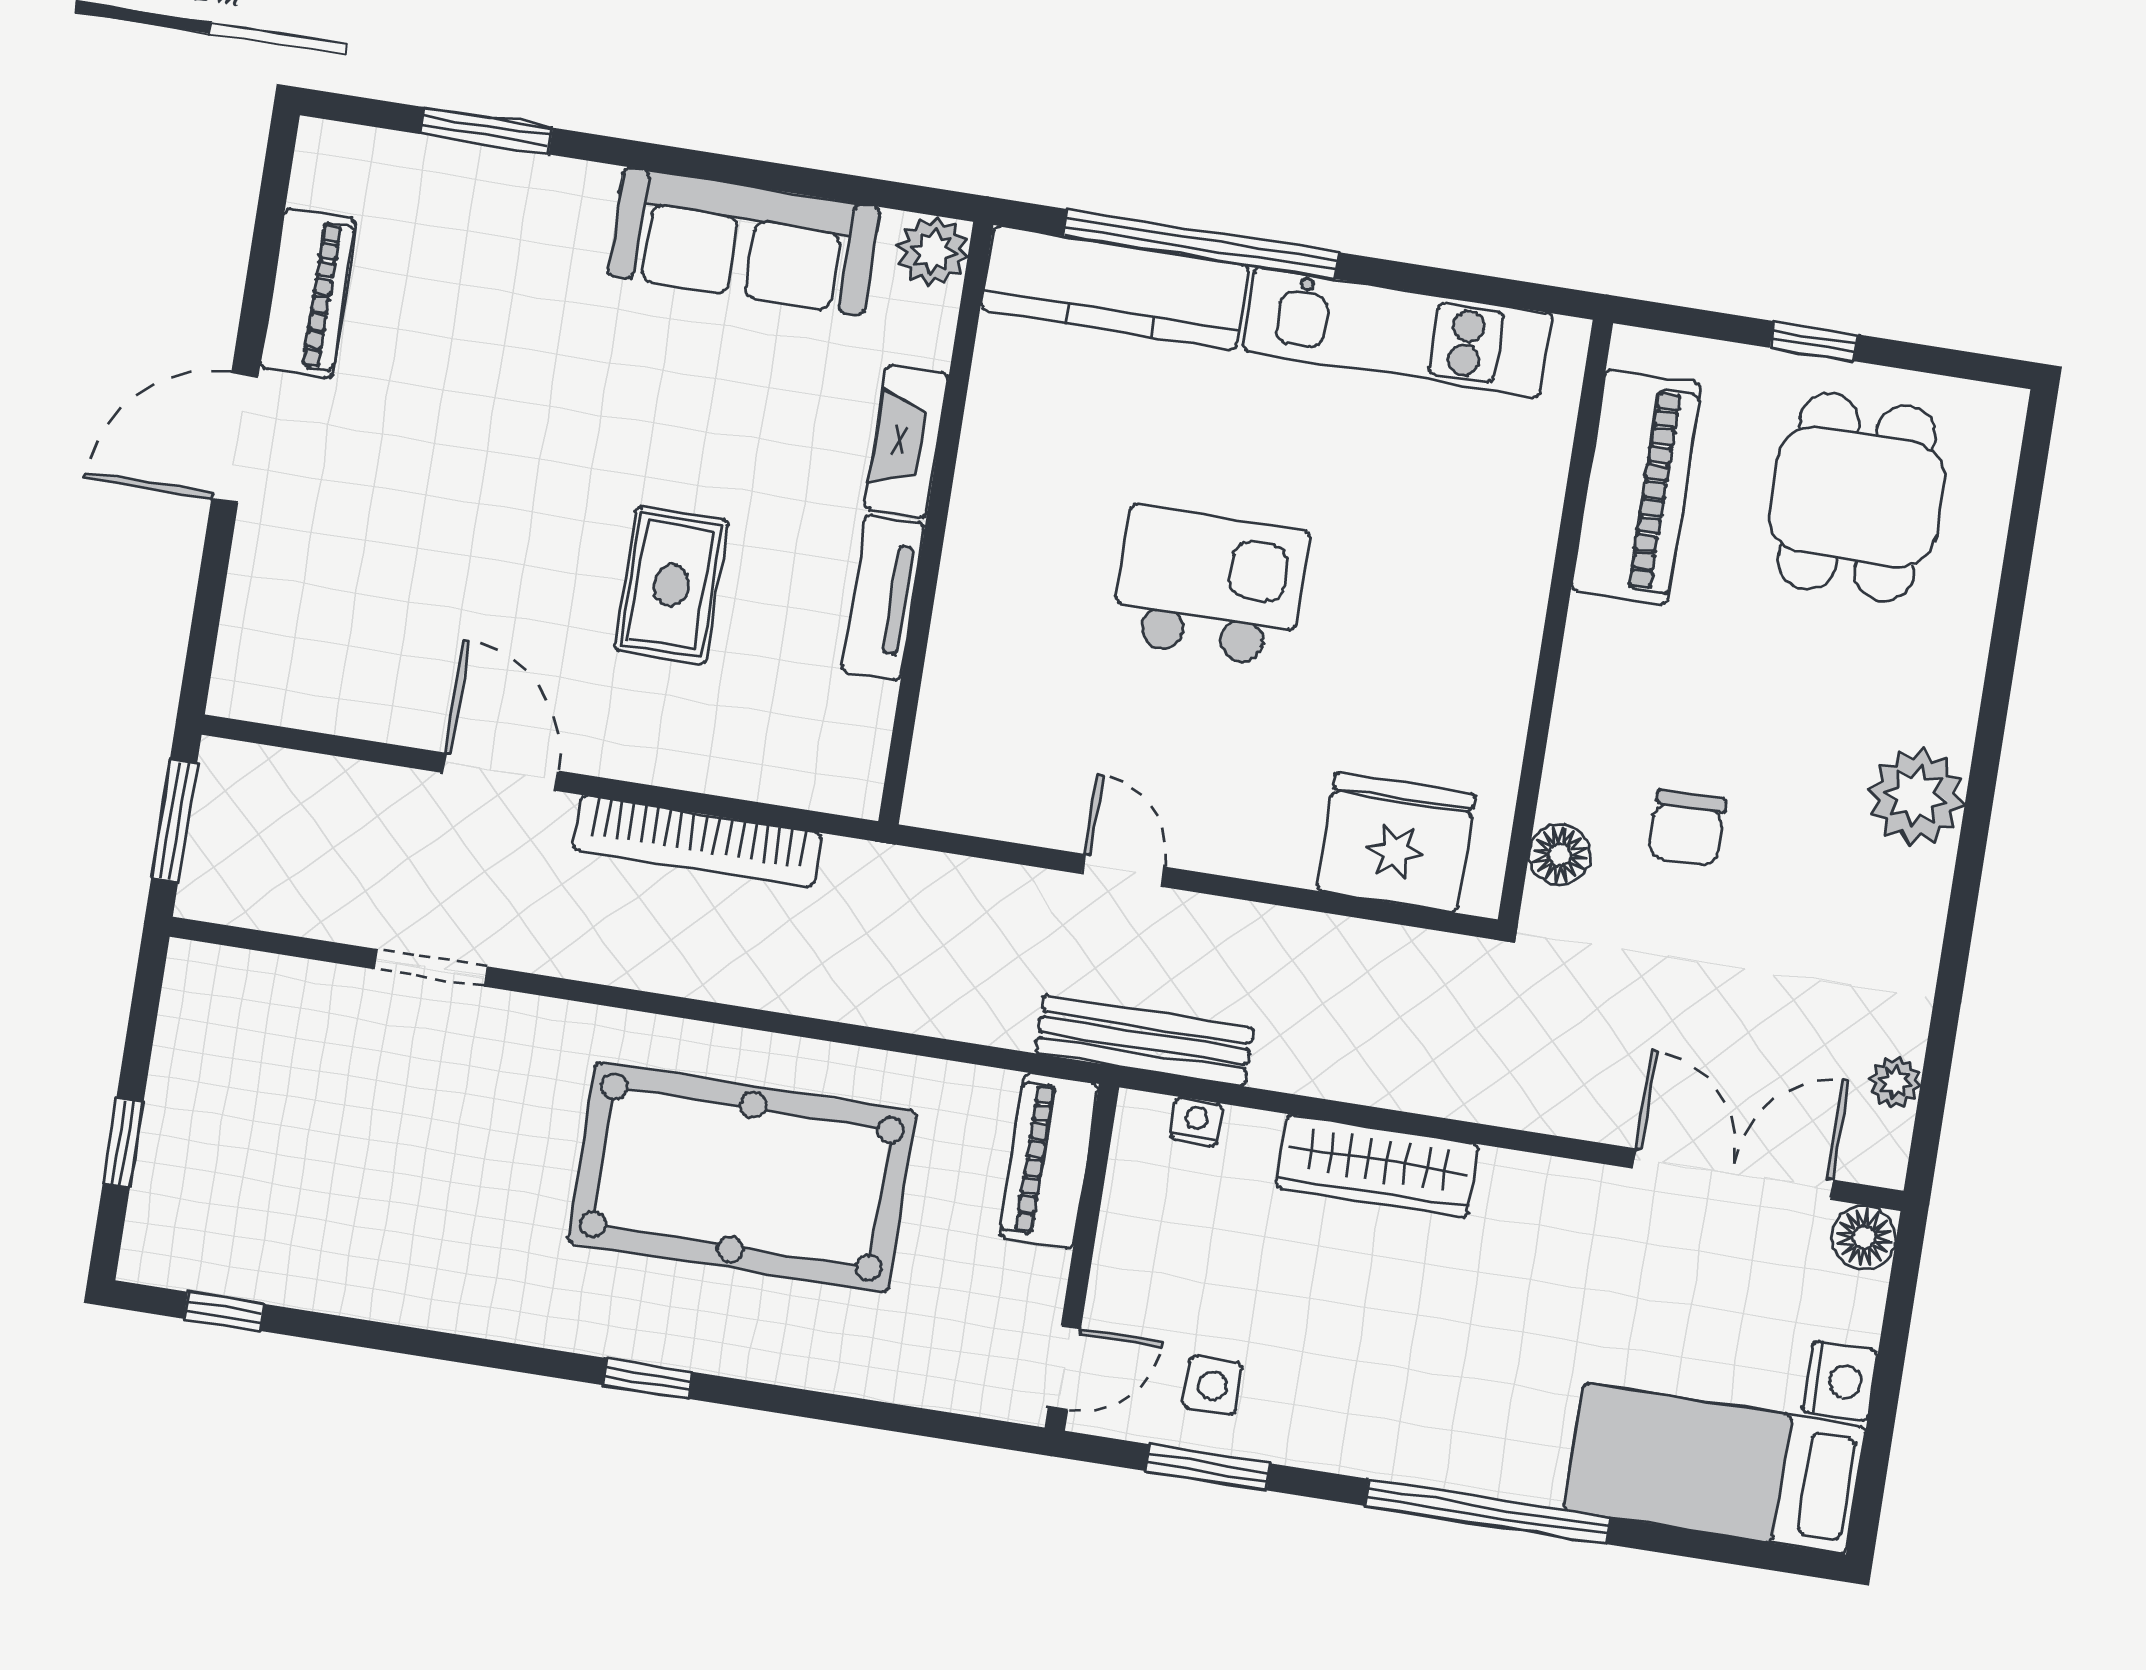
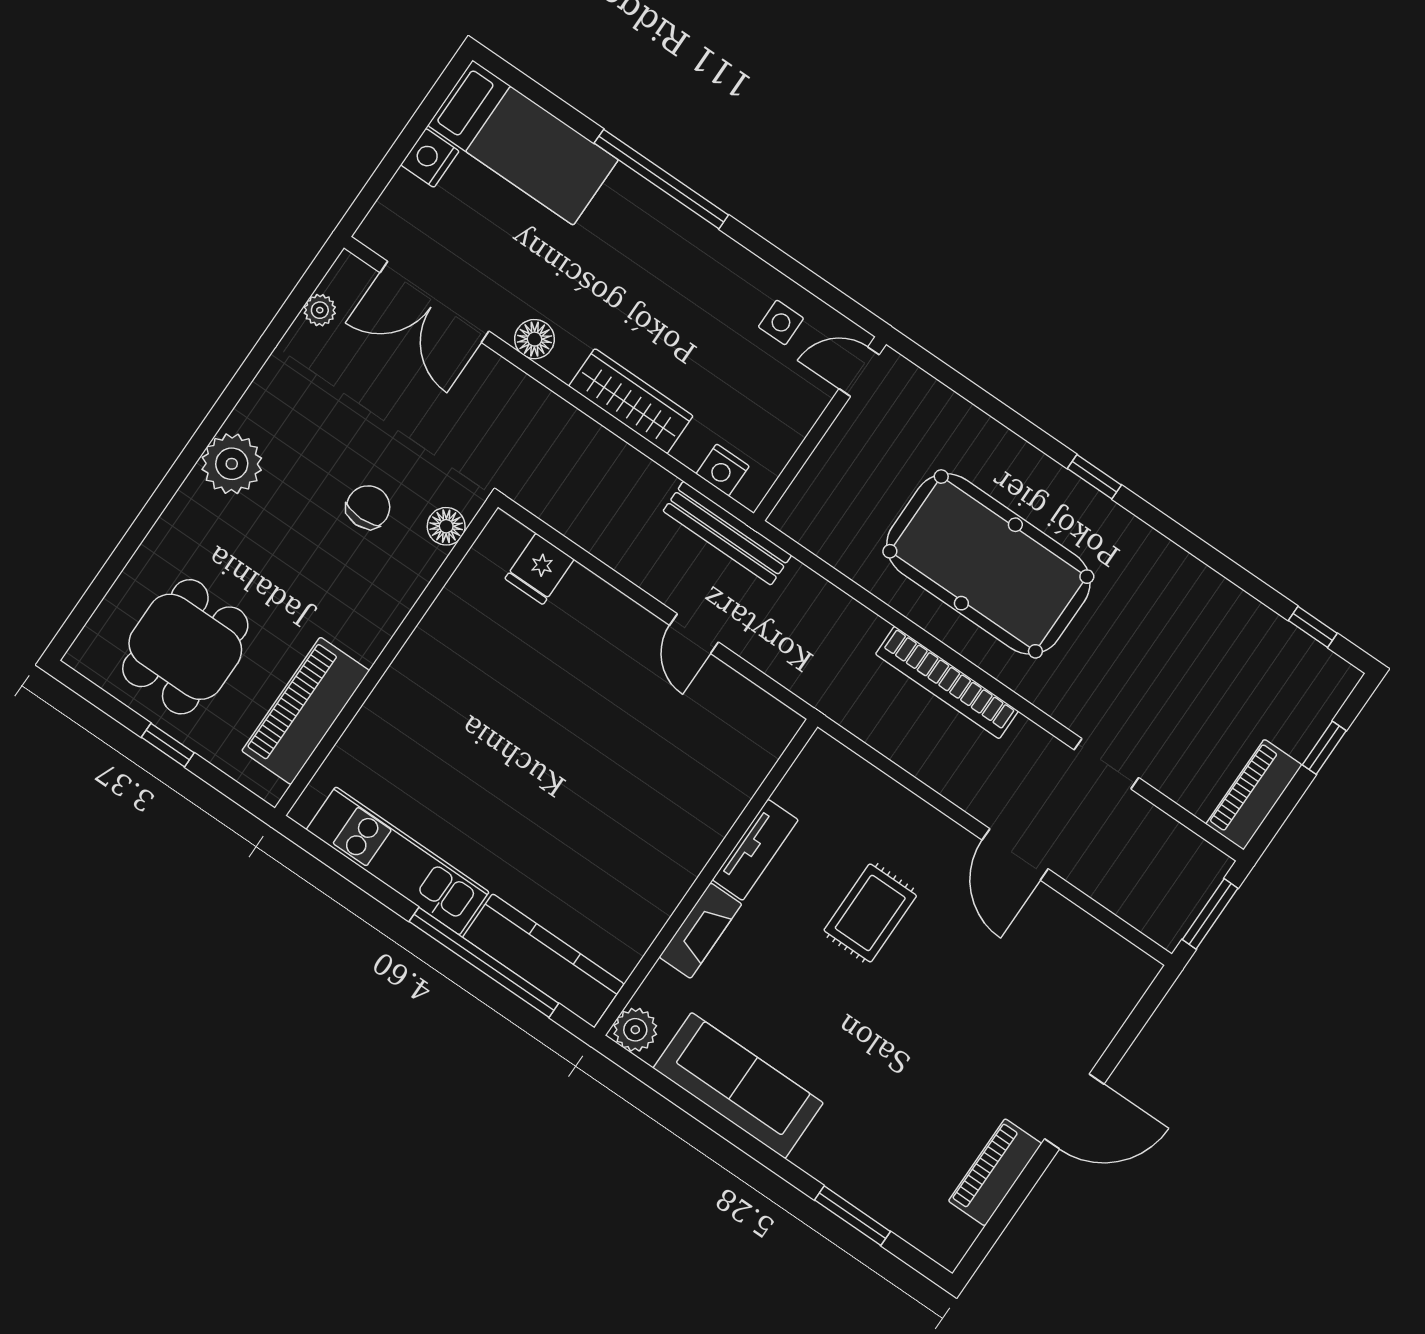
kitchen island: (1210, 586) -> (570, 769), removed
bookcase: (697, 841) -> (947, 683), moved, turned 180
fridge: (1396, 842) -> (539, 569), width x0.53, depth x0.75
nightstand: (1196, 1122) -> (723, 470), width x1.39, depth x1.35
piano: (1049, 1161) -> (1254, 795), moved, turned 180
floor lamp: (1864, 1237) -> (534, 339), moved
window: (1208, 1467) -> (805, 278), removed

